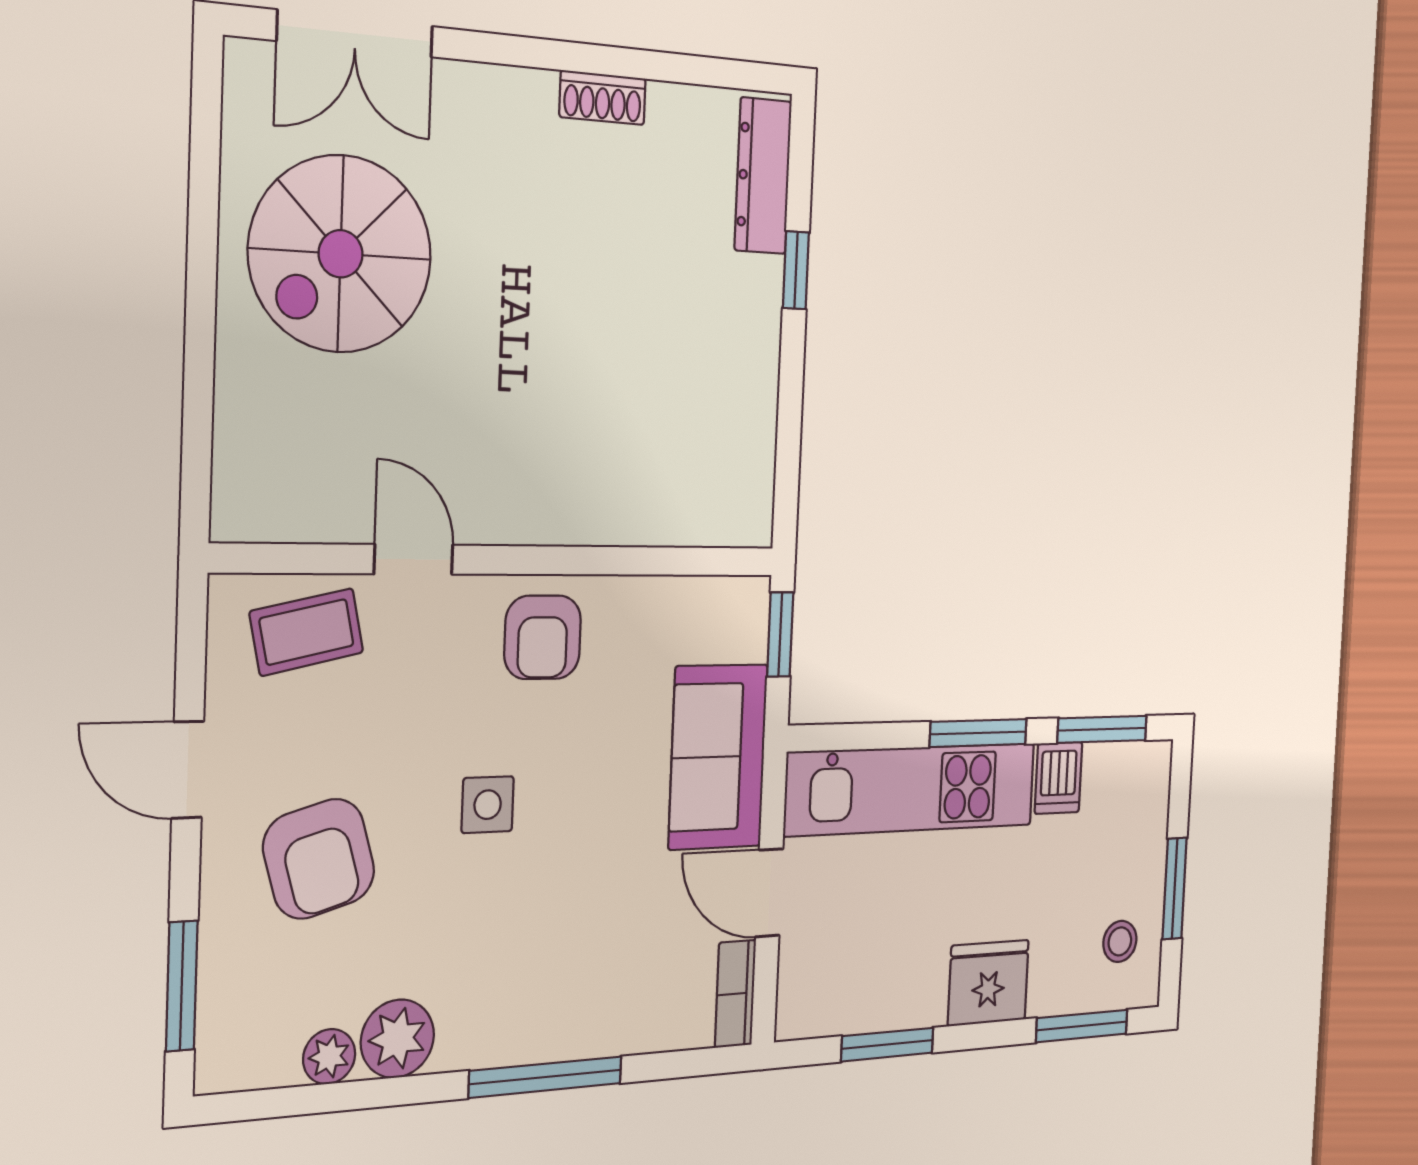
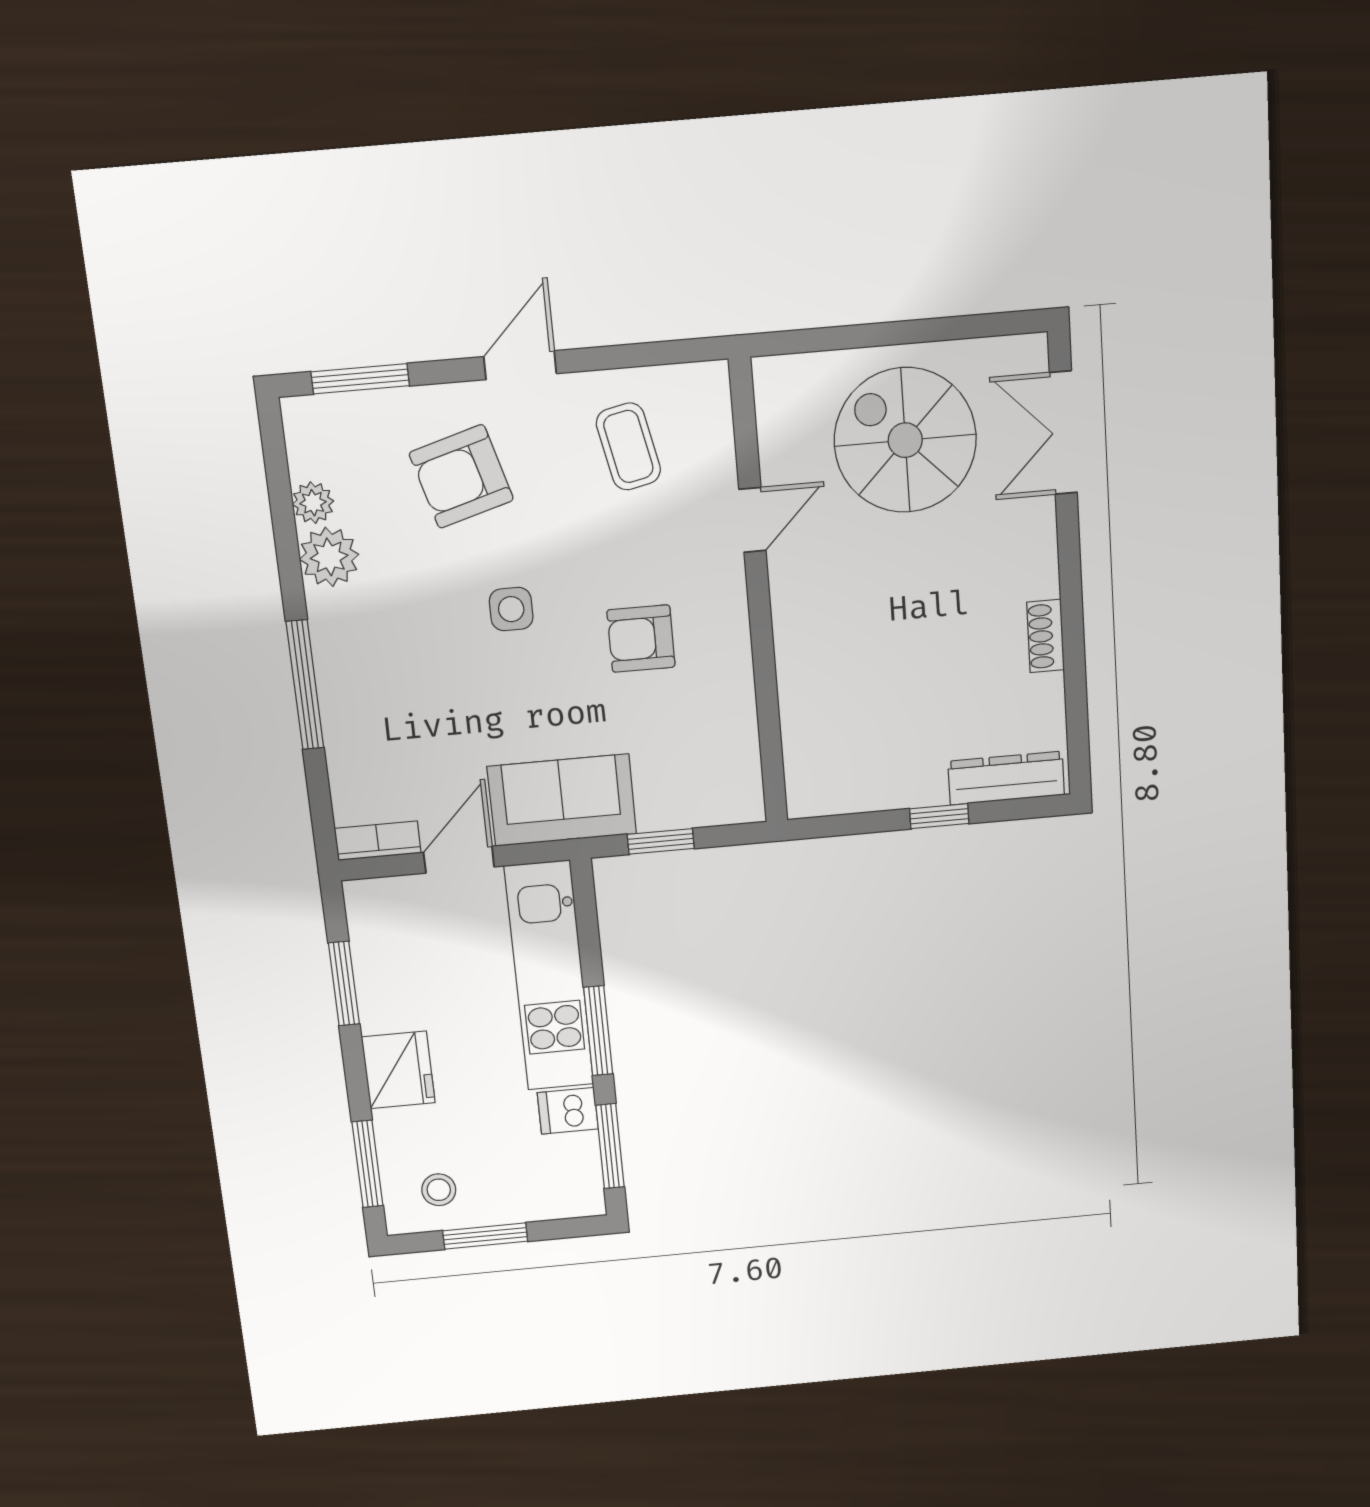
door: (414, 559) -> (752, 520), moved
wall: (506, 560) -> (759, 595), moved

